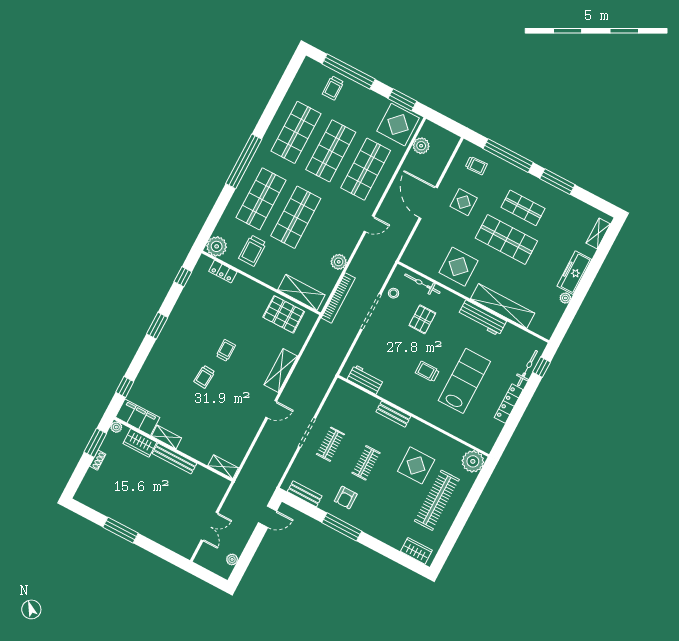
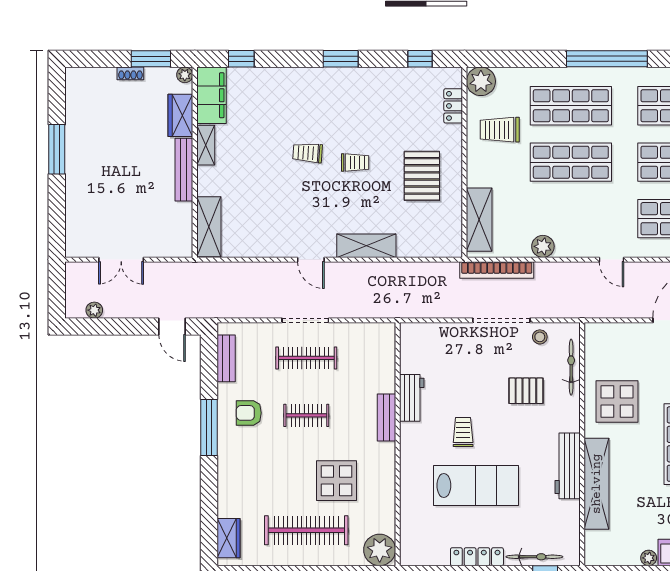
pallet: (284, 314) -> (422, 176), moved
workbench: (365, 379) -> (412, 398), moved
clothes rail: (331, 444) -> (306, 358), width x1.36
shelving: (223, 467) -> (209, 227), width x1.50, depth x1.33

